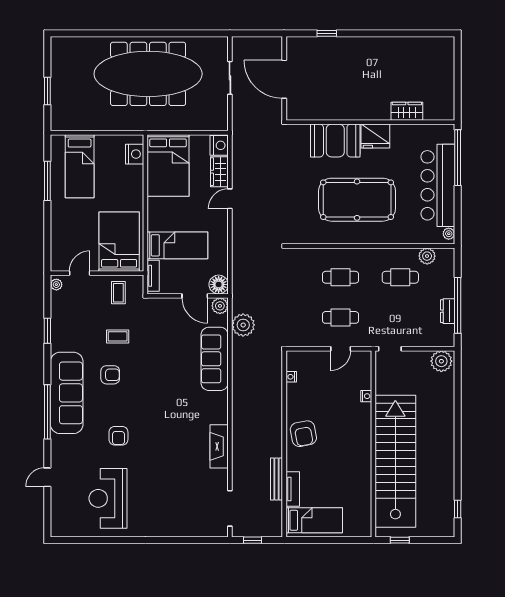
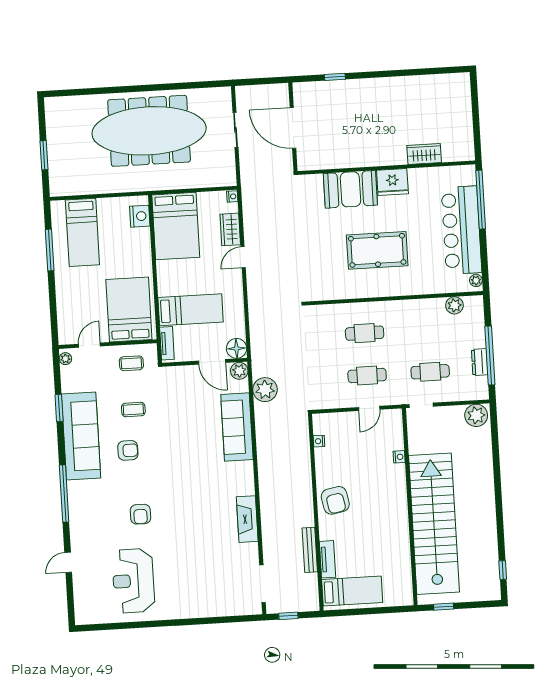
nightstand: (219, 145) -> (232, 196), width x0.53, depth x0.56
pool table: (357, 200) -> (377, 250), width x0.73, depth x0.76
cafe table: (400, 277) -> (430, 372), moved
coffee table: (118, 293) -> (131, 363), turned 90
sofa: (67, 393) -> (81, 436), moved

